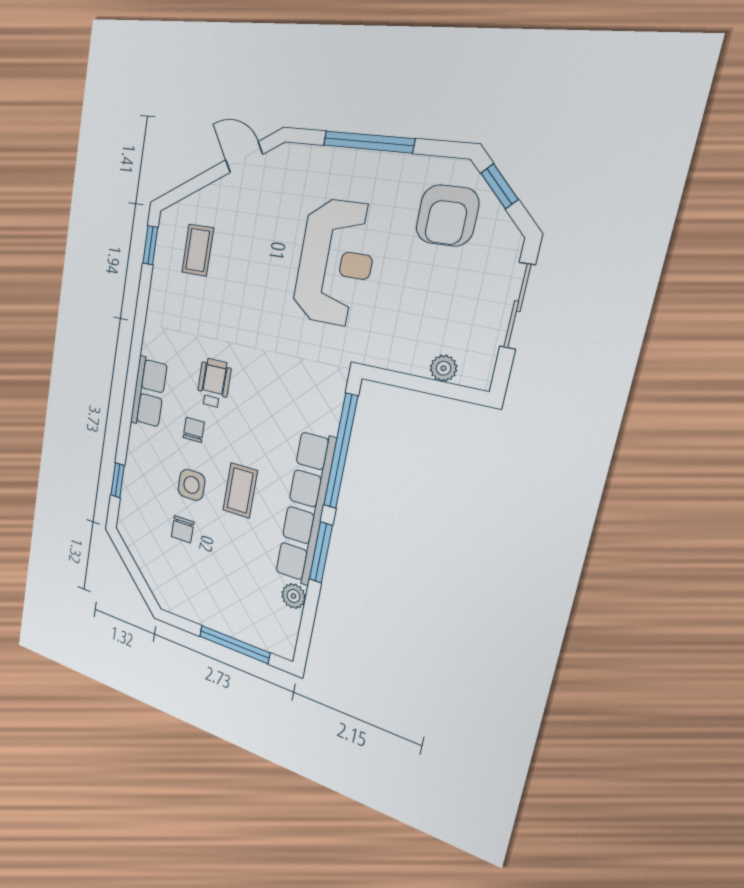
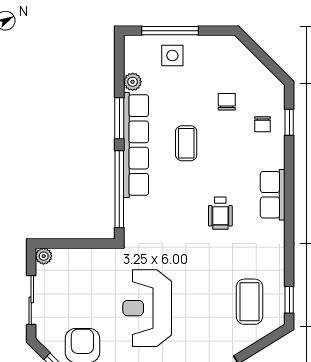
coffee table: (198, 250) -> (249, 302), width x1.36, depth x1.30
plant: (444, 368) -> (44, 256), moved
chair: (194, 430) -> (263, 124), moved
side table: (192, 485) -> (172, 56), moved

